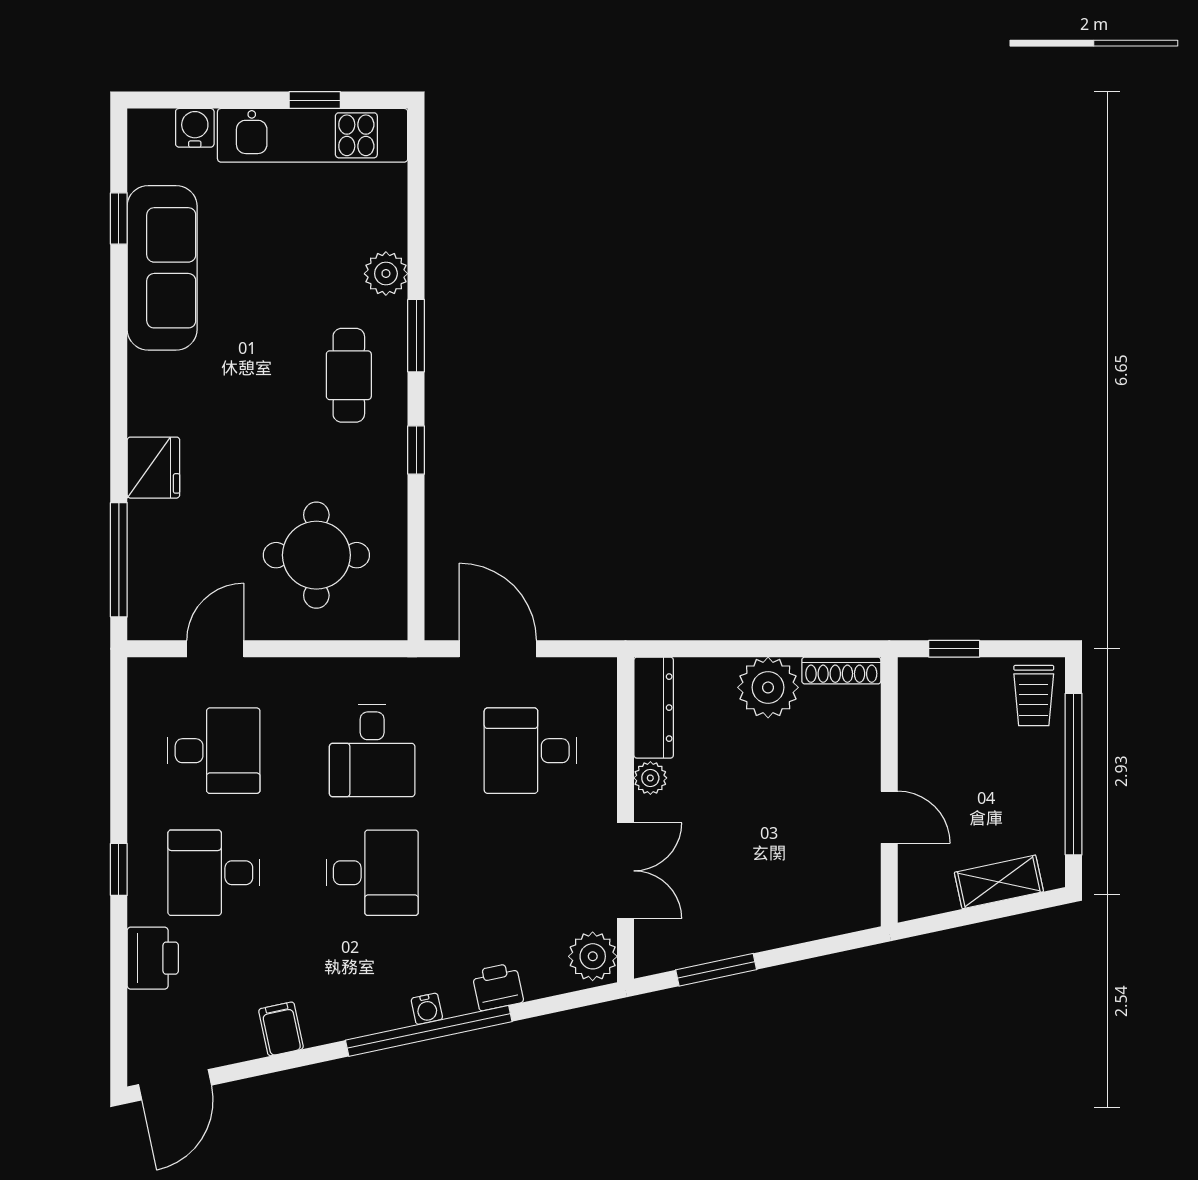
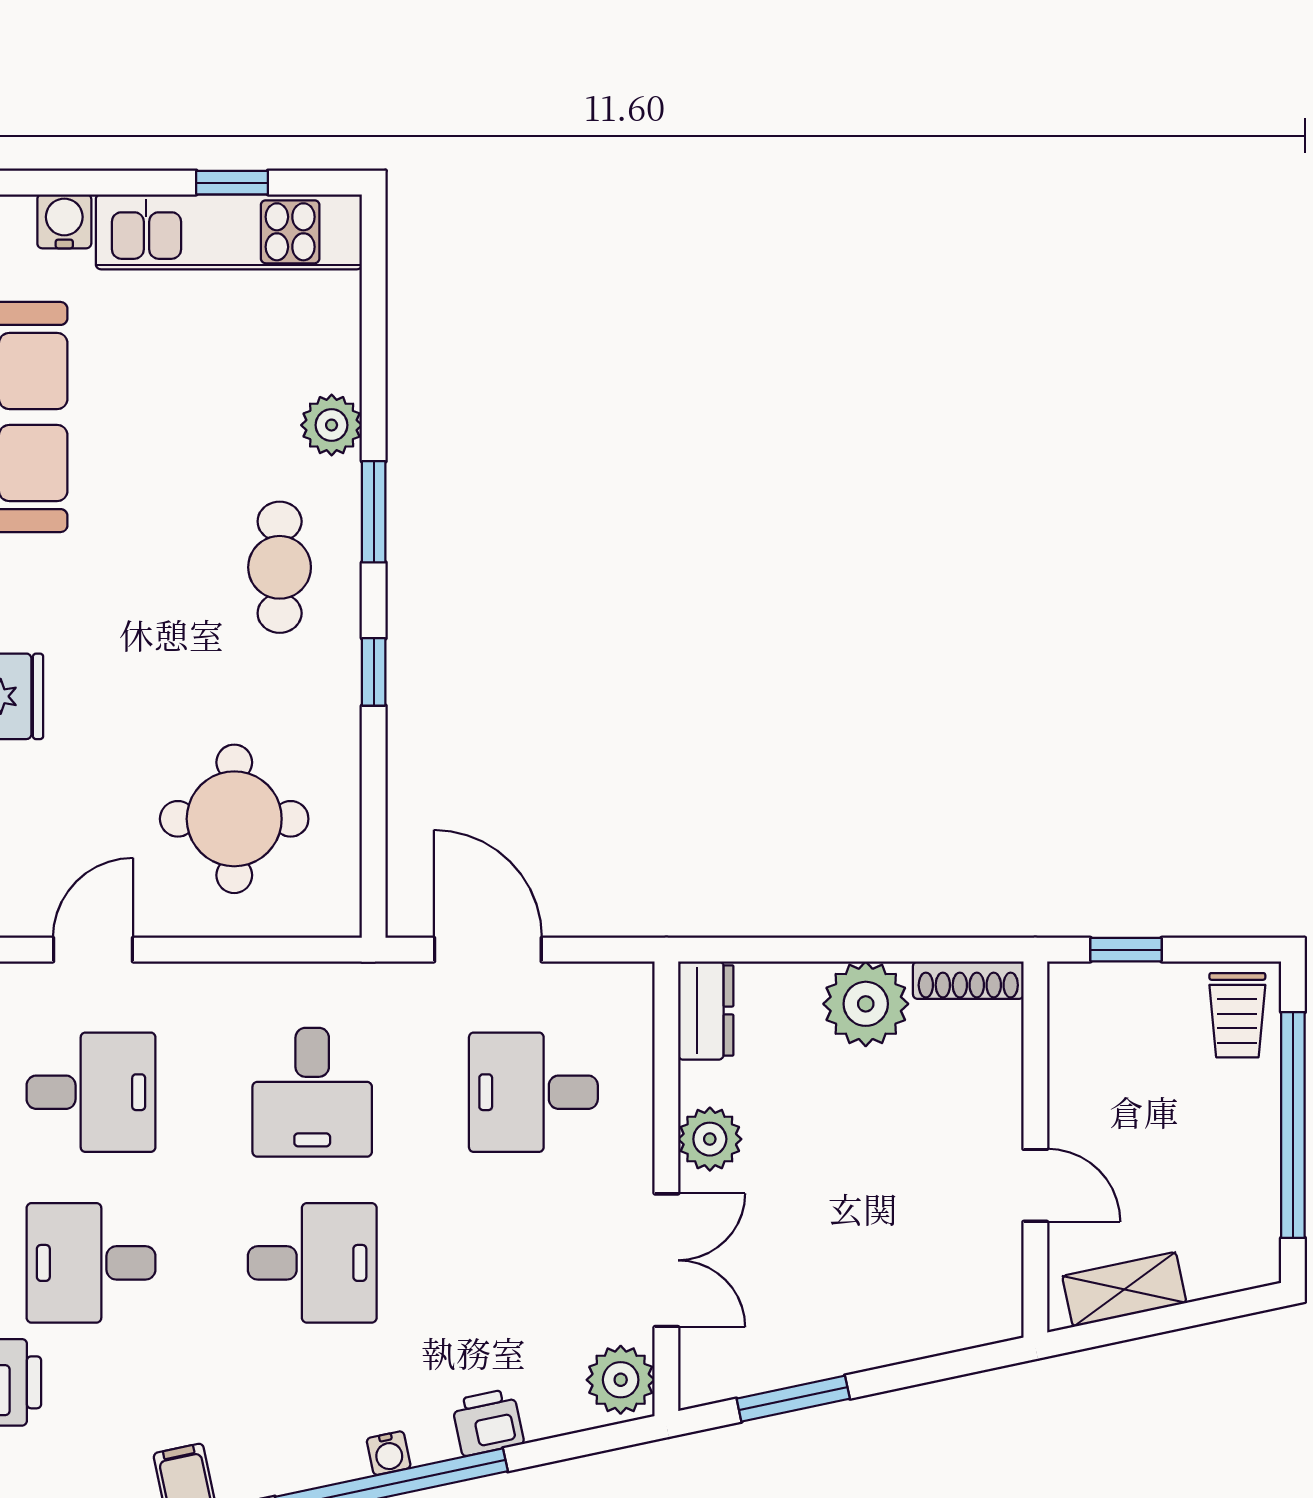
dresser: (654, 708) -> (706, 1011), width x0.70
plant: (650, 778) -> (710, 1139), width x1.38, depth x1.38
shelving: (999, 882) -> (1124, 1289), moved

